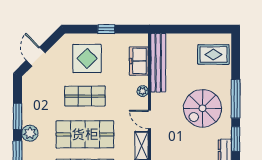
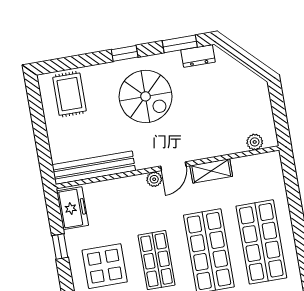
freezer: (139, 61) -> (72, 208), moved, turned -90
plant: (143, 91) -> (154, 179), moved
window: (236, 99) -> (125, 53), width x0.46

